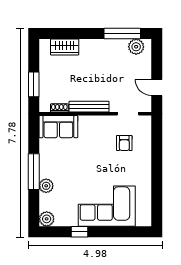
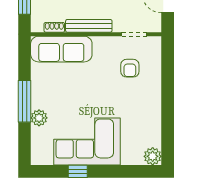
sofa: (58, 127) -> (61, 49), width x1.36
corner sofa: (107, 206) -> (87, 142), moved
plant: (47, 219) -> (153, 156), moved

